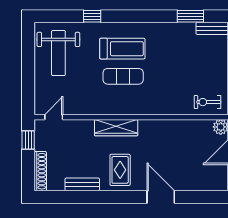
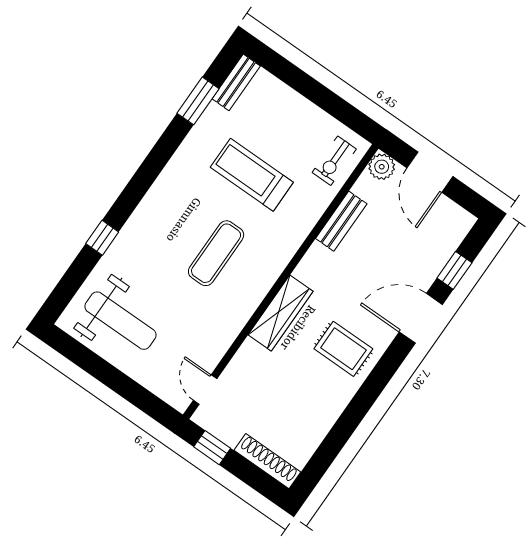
treadmill: (122, 49) -> (252, 175), moved, turned -90
bench: (82, 184) -> (341, 221), moved
window: (195, 197) -> (454, 270), added

